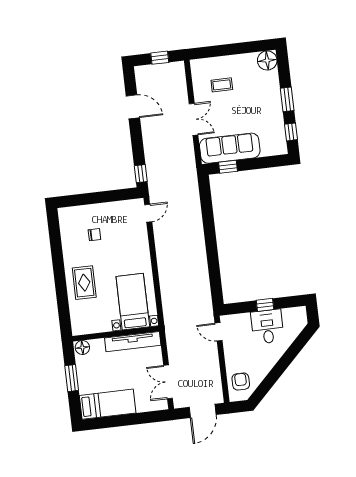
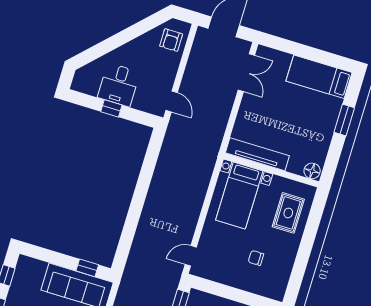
bed with nightstands: (133, 302) -> (239, 196), moved
wall: (116, 334) -> (271, 170), moved
tv unit: (133, 342) -> (257, 154), moved
floor lamp: (82, 348) -> (312, 171), moved

